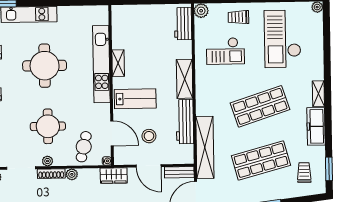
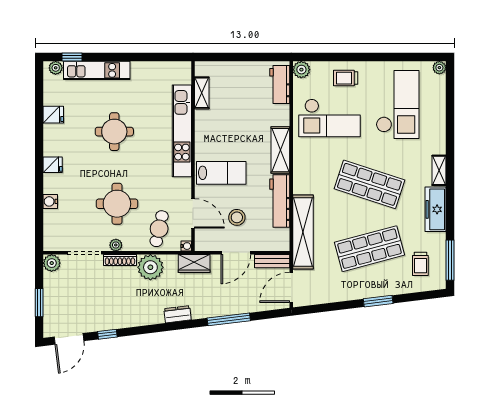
checkout: (283, 39) -> (398, 105), turned 180
checkout: (225, 51) -> (330, 118), width x1.36, depth x1.21
shelving: (118, 63) -> (202, 93), moved
round table: (45, 66) -> (114, 132), width x0.73, depth x0.73
shop shelf: (260, 106) -> (369, 184), turned 36
door: (149, 166) -> (236, 253), hinge flipped
window: (329, 169) -> (450, 260), width x1.44
trolley: (304, 173) -> (420, 264), turned 180
plant: (72, 174) -> (150, 267), width x1.87, depth x1.87

